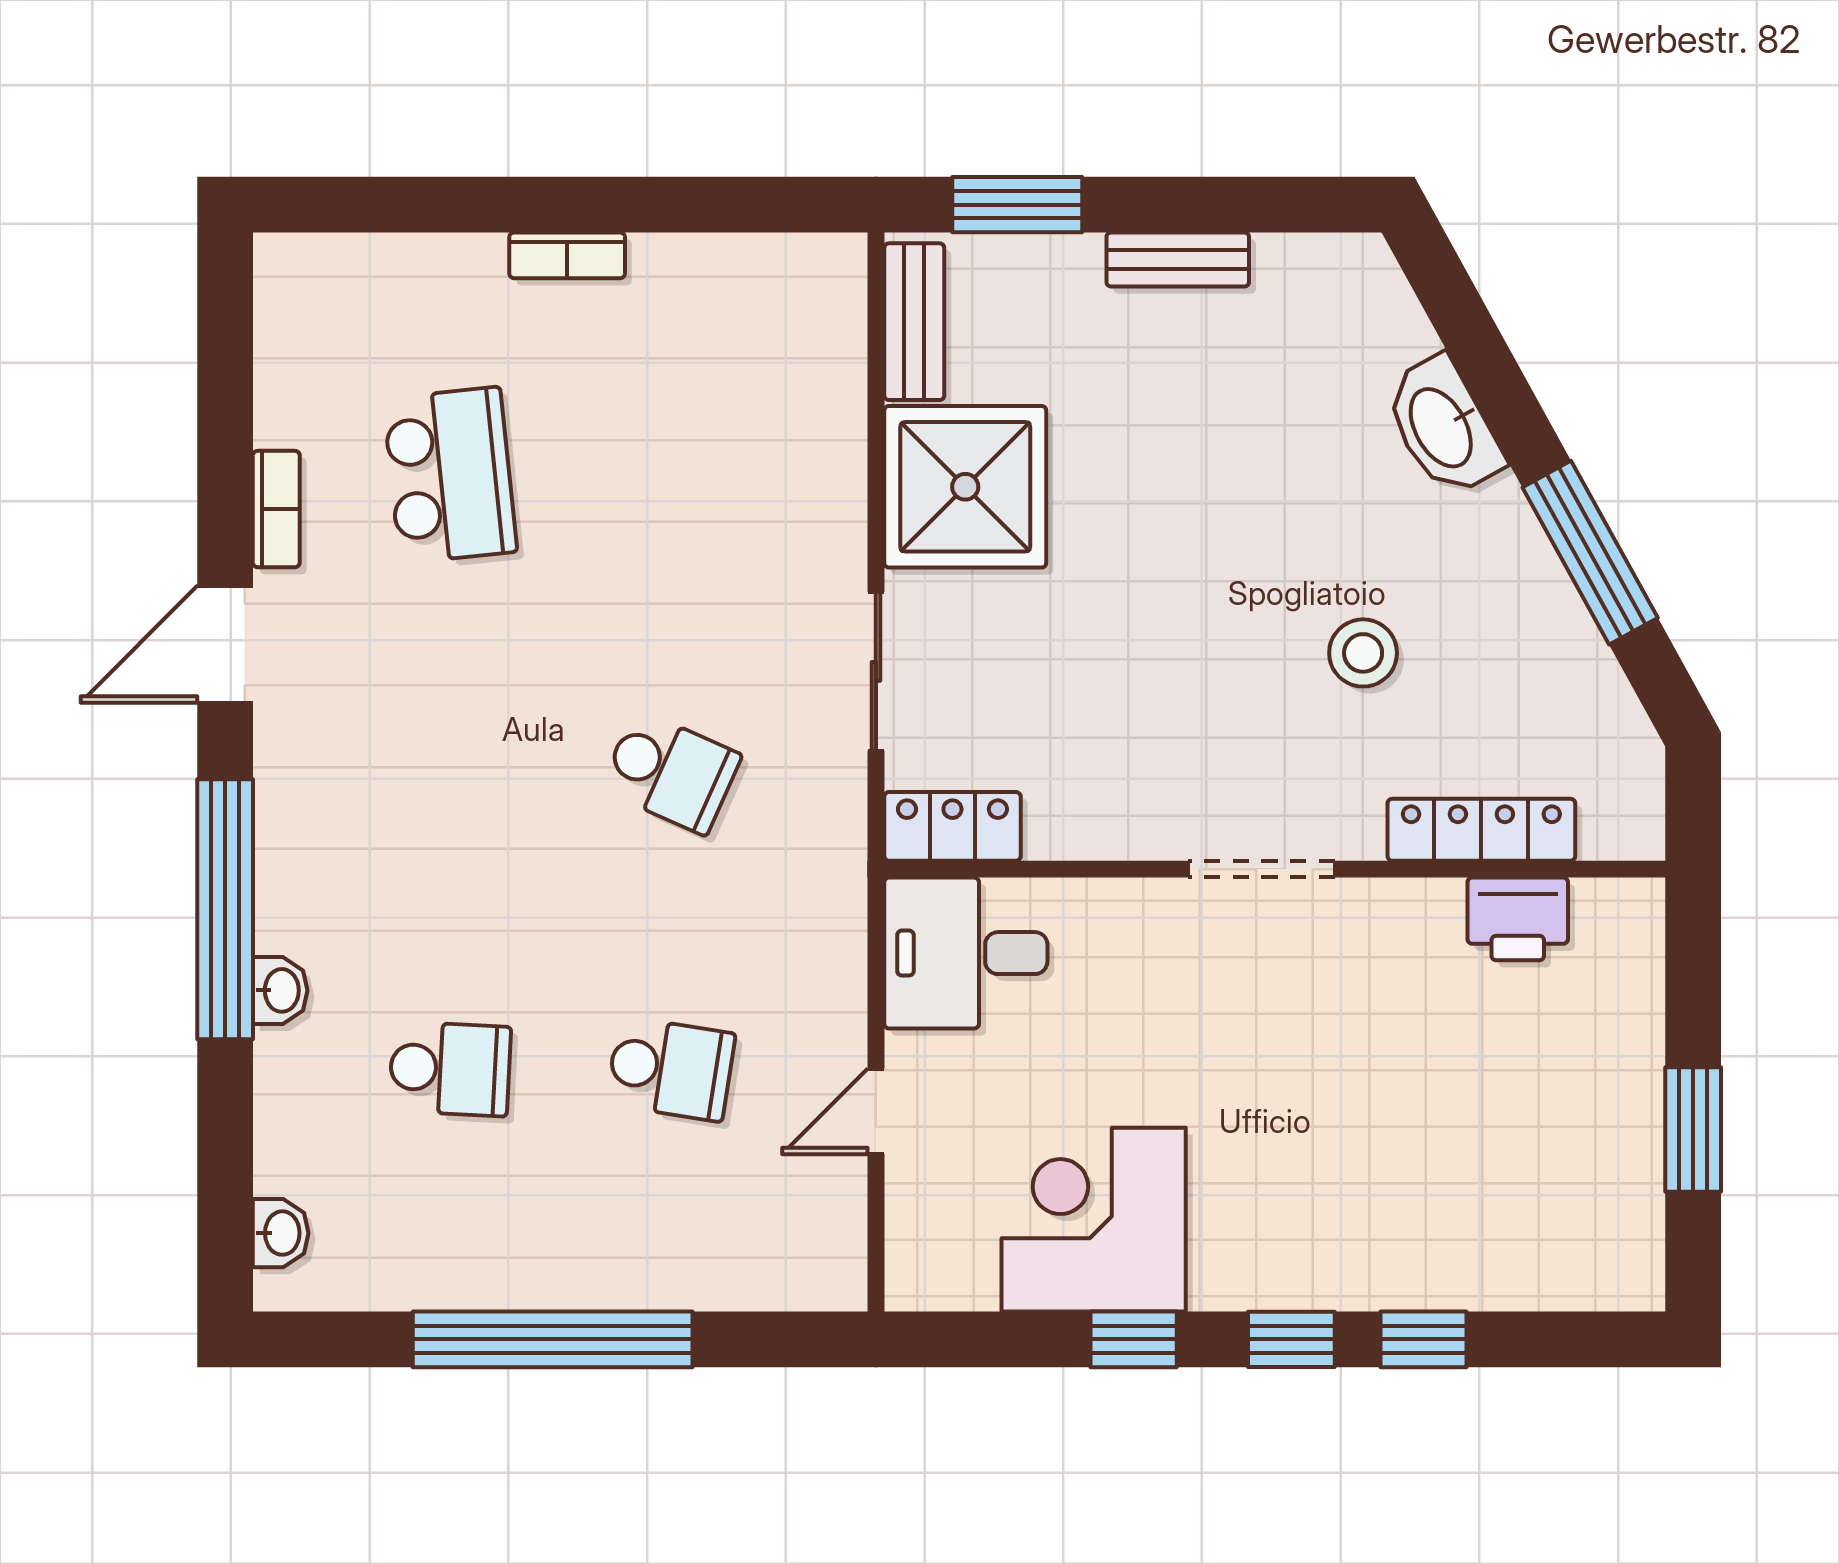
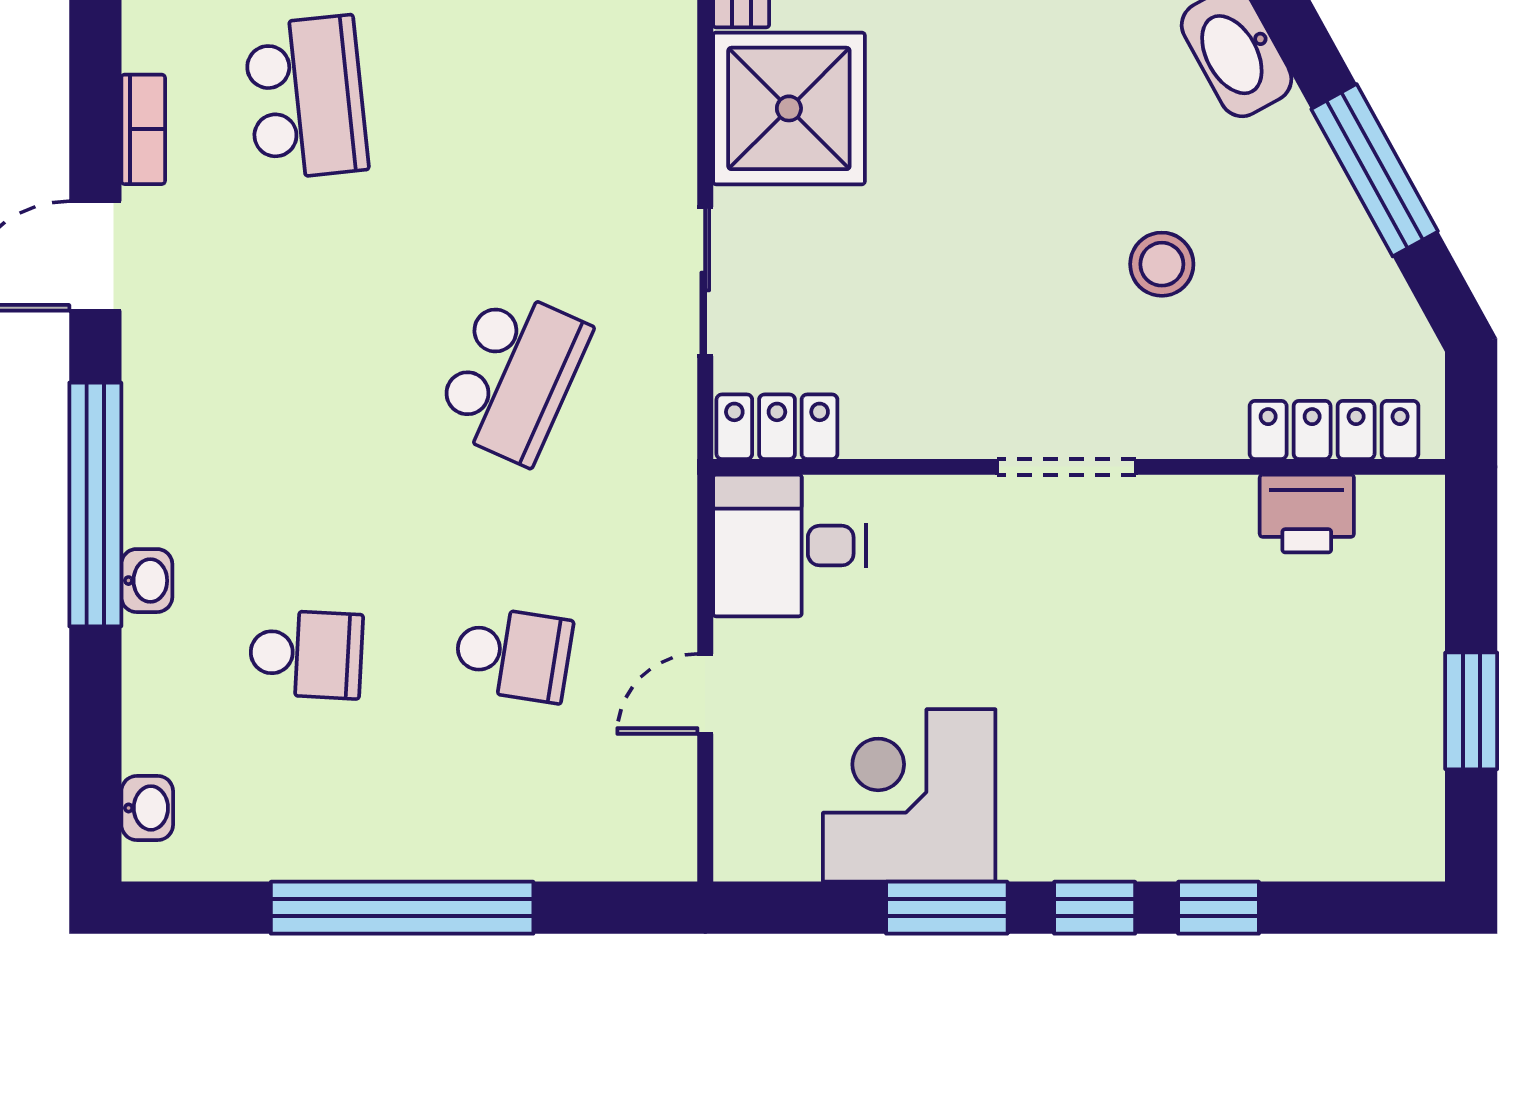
school desk: (671, 772) -> (513, 376), width x1.85
locker: (1481, 830) -> (1334, 430), moved
window: (1134, 1339) -> (947, 908), width x1.50

